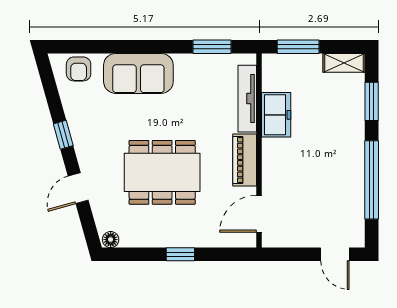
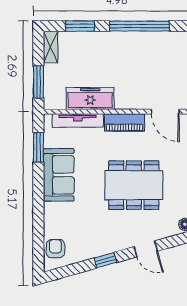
armchair: (79, 69) -> (55, 249), turned -90
sofa: (138, 73) -> (59, 175), moved
freezer: (276, 115) -> (90, 99), width x1.40
dining table: (162, 172) -> (134, 185), turned 90

